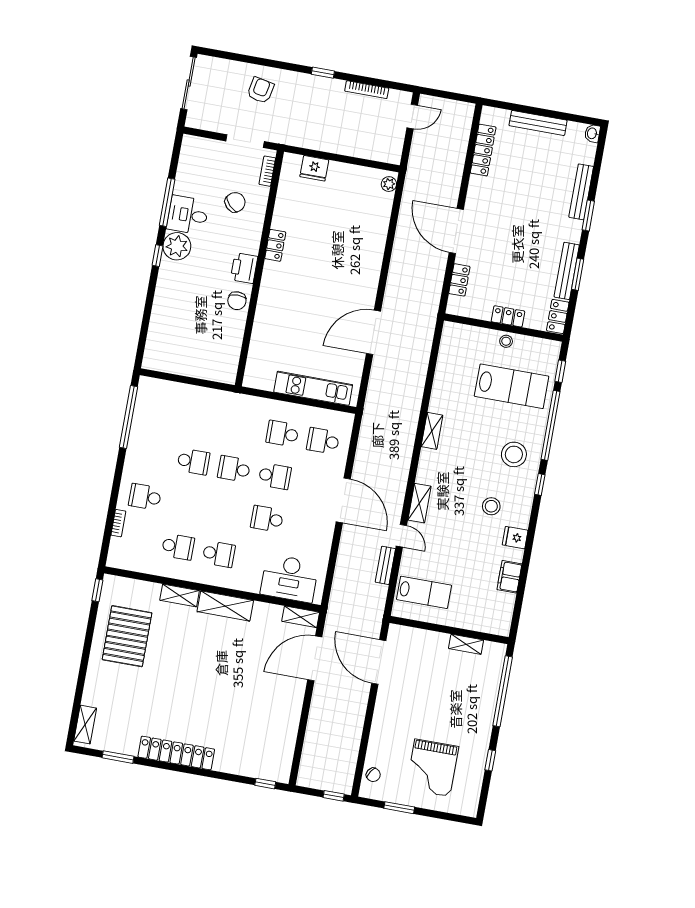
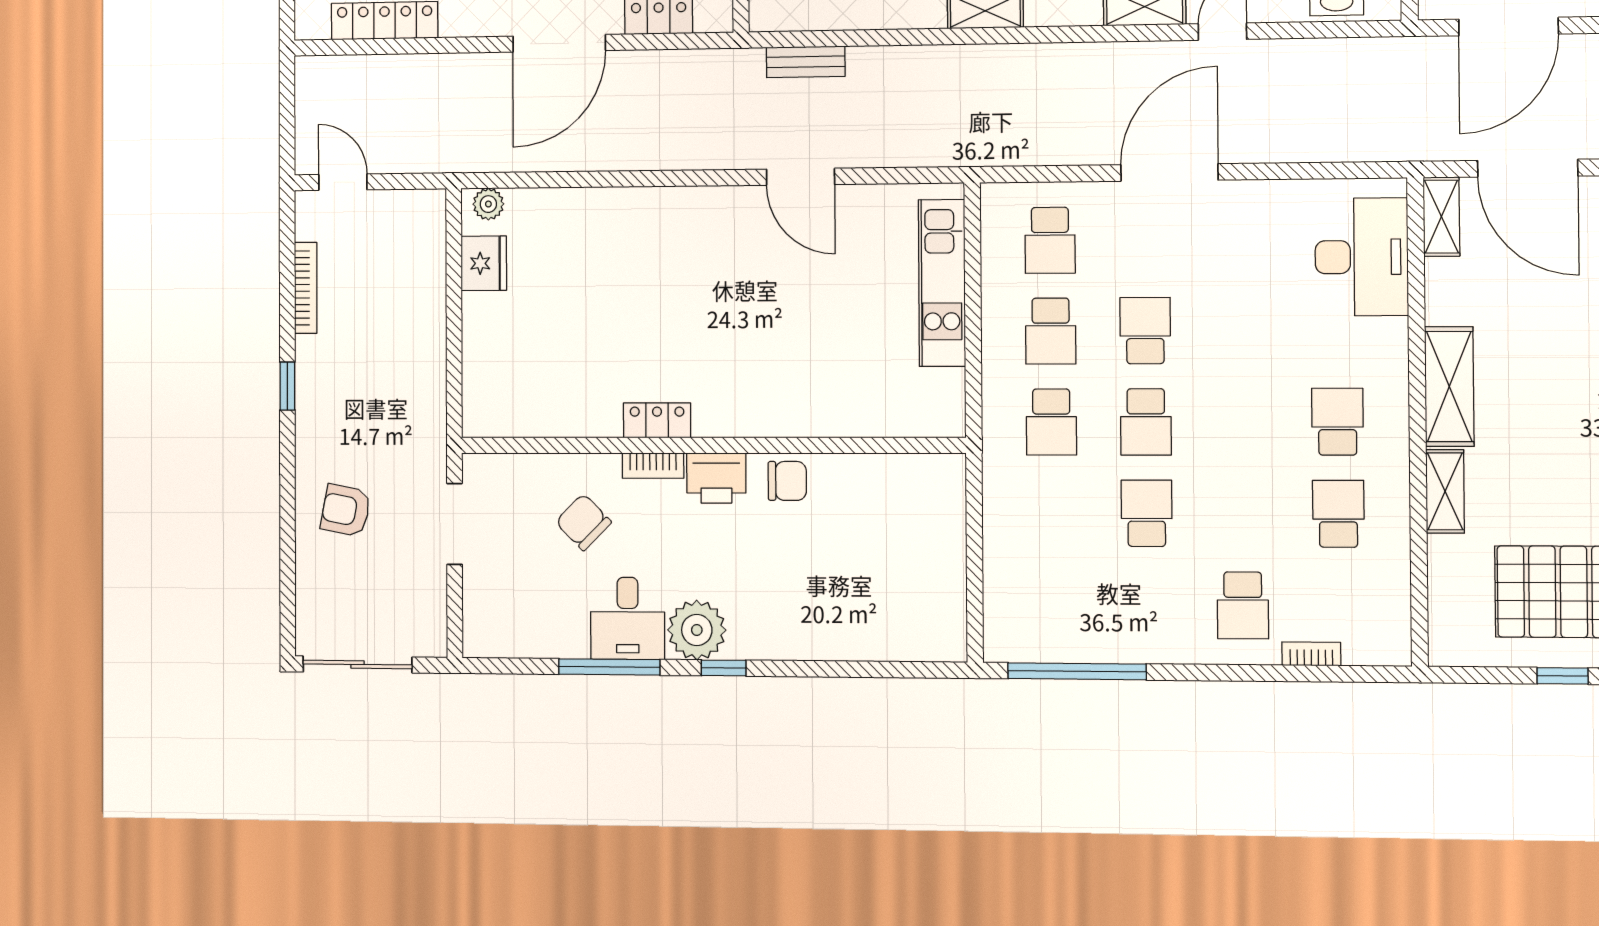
fridge: (314, 168) -> (484, 263), moved
bookcase: (267, 171) -> (653, 466), moved
door: (373, 332) -> (801, 177), width x0.73
school desk: (267, 519) -> (1051, 422), moved
bench: (385, 565) -> (806, 62), moved
window: (97, 590) -> (1563, 676), moved

